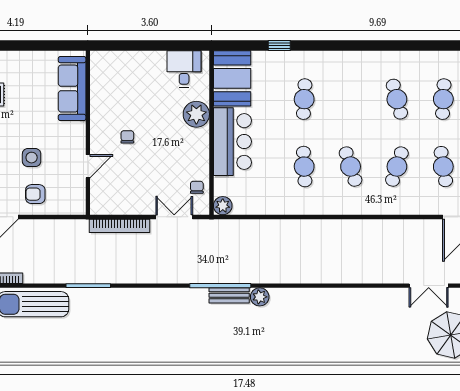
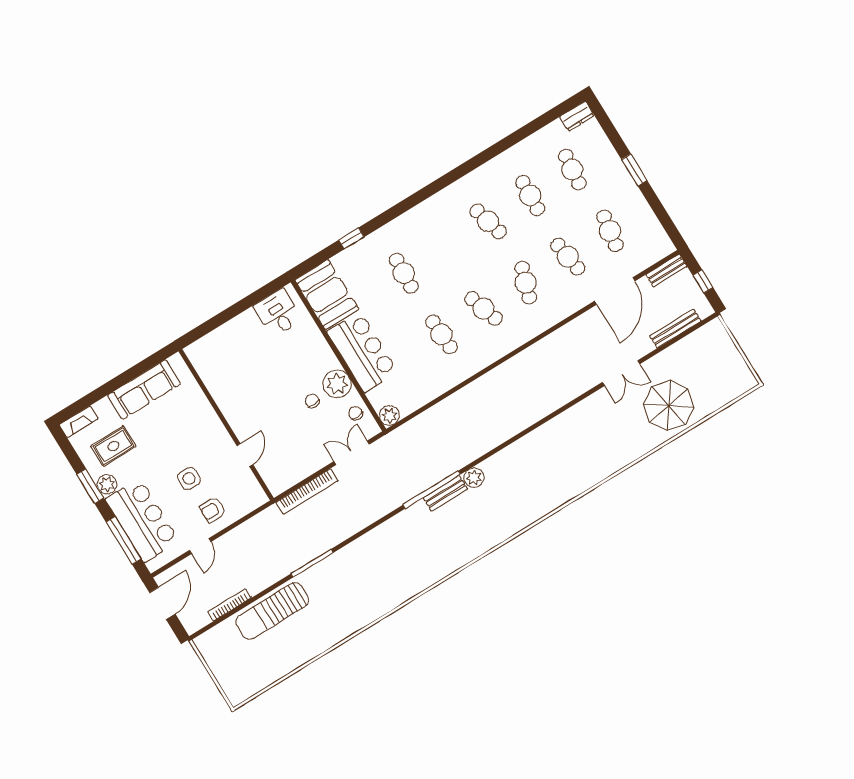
sofa: (72, 89) -> (144, 390), moved, turned -90
plant: (196, 114) -> (337, 384), moved
chair: (127, 137) -> (312, 401), moved

